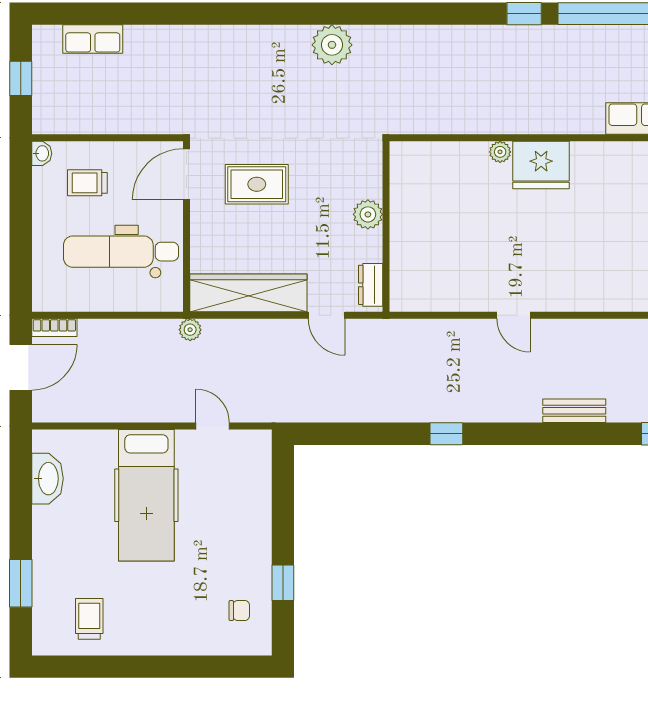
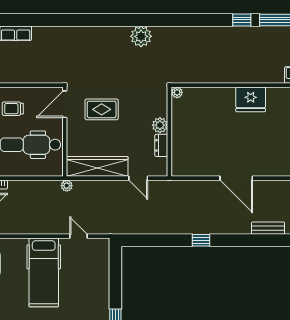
plant: (500, 152) -> (177, 92), moved
dresser: (371, 285) -> (161, 145), moved
door: (514, 315) -> (236, 178), width x1.87

